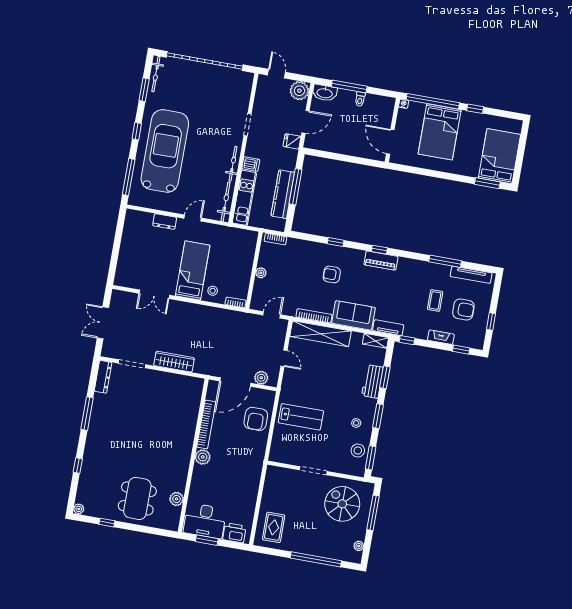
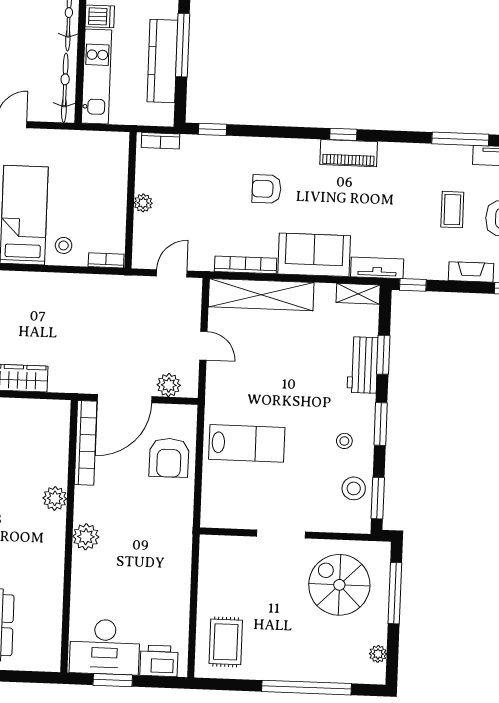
window: (336, 242) -> (212, 129), moved
bookcase: (206, 424) -> (86, 443), moved
plant: (177, 499) -> (55, 498), moved

